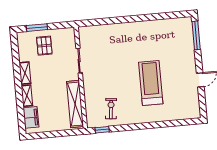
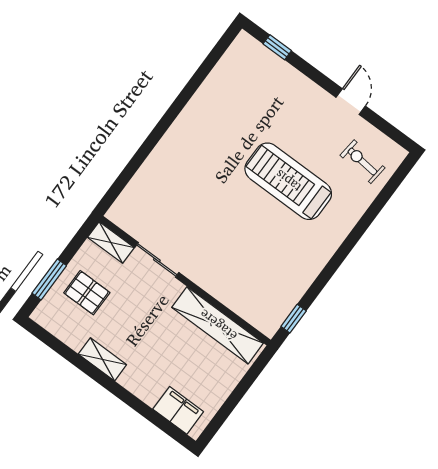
window: (196, 35) -> (277, 47), width x0.46
shelving: (27, 96) -> (111, 242), moved
exercise bike: (111, 109) -> (362, 162), moved

